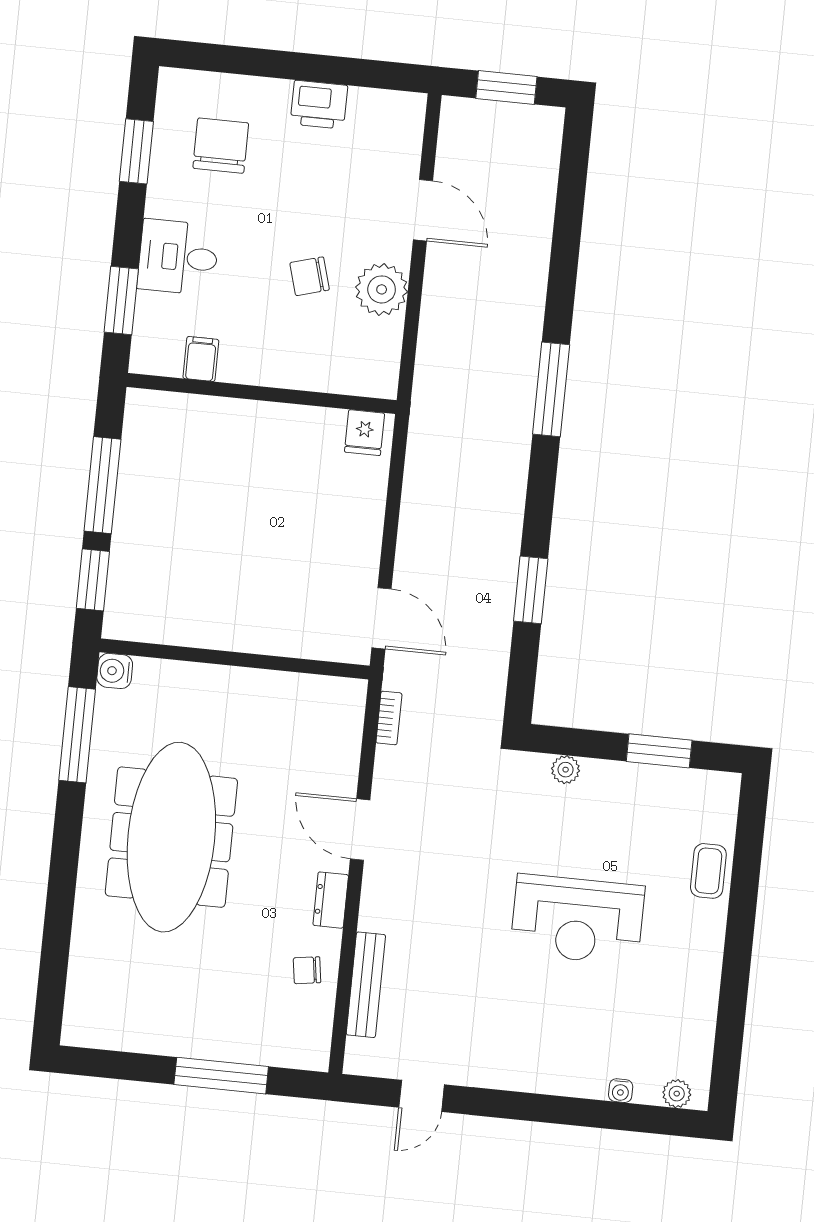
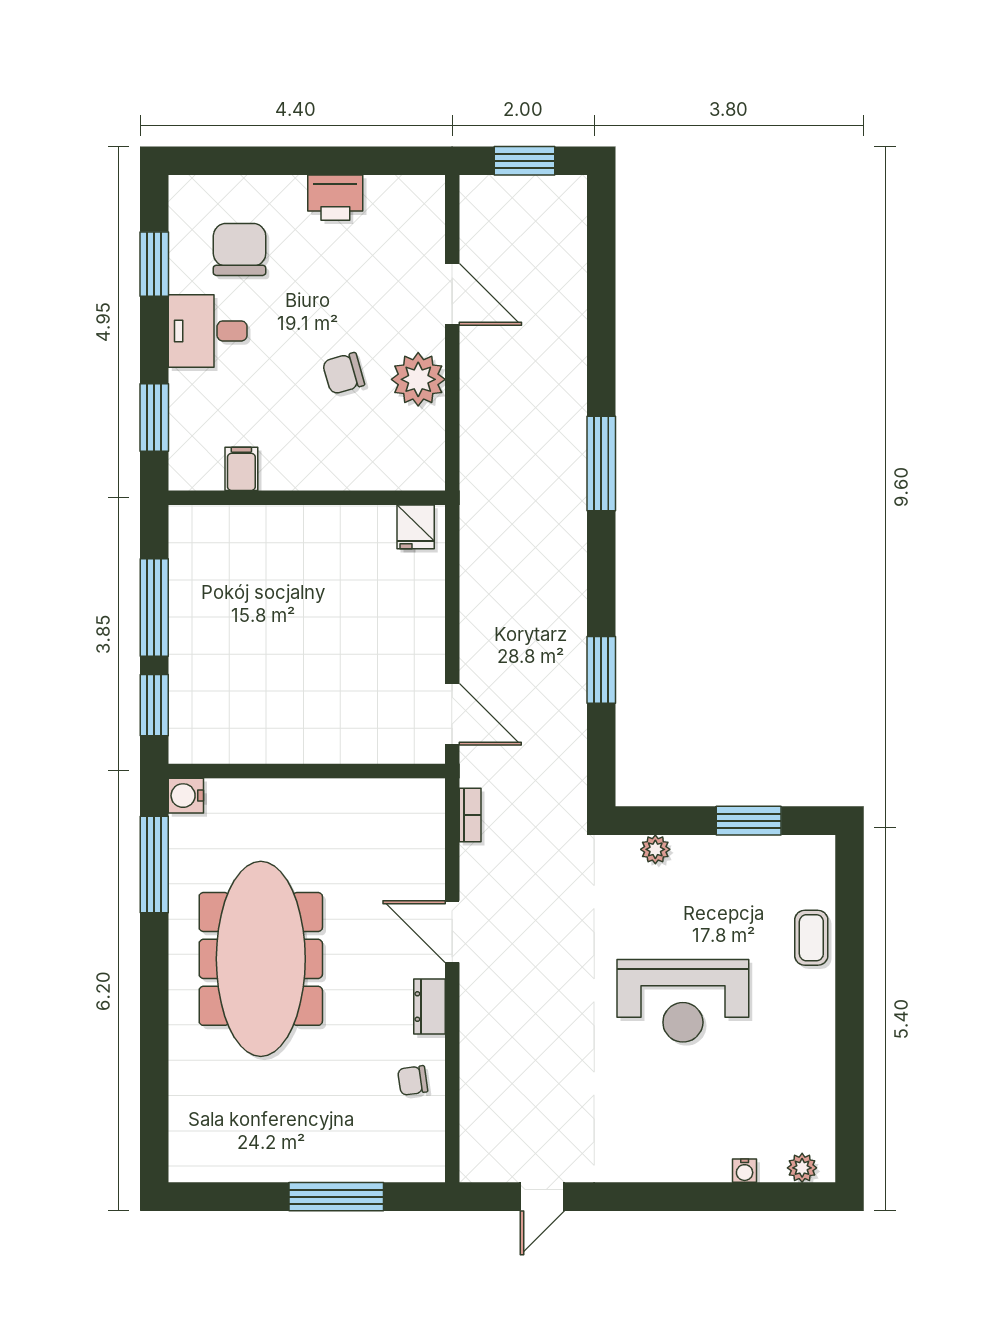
desk: (178, 257) -> (208, 331), moved
bench: (366, 985) -> (474, 1089), removed

